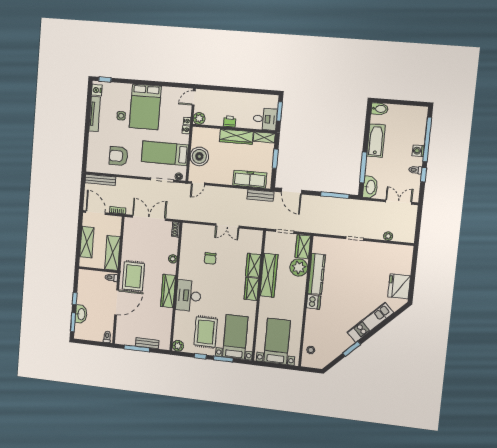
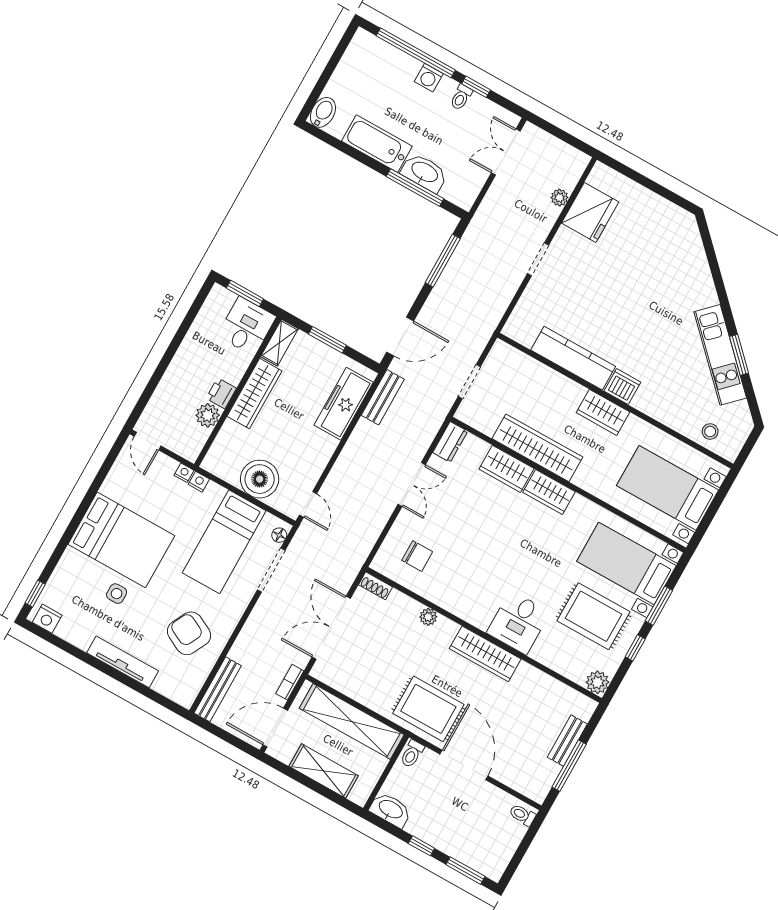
tv unit: (95, 114) -> (123, 662), moved
plant: (199, 118) -> (208, 415), moved
armchair: (118, 156) -> (189, 633), turned 117
washbasin: (370, 187) -> (424, 173), moved
dresser: (254, 235) -> (450, 442), added
wardrobe: (303, 247) -> (603, 412), moved
shelving: (112, 253) -> (352, 721), width x1.47
chair: (210, 258) -> (417, 556), moved
plant: (299, 268) -> (547, 386), removed
fridge: (399, 286) -> (590, 212), moved, turned -90
desk: (188, 296) -> (518, 622), width x0.73
washbasin: (81, 314) -> (390, 810), moved
kitchen unit: (370, 322) -> (720, 355), moved

